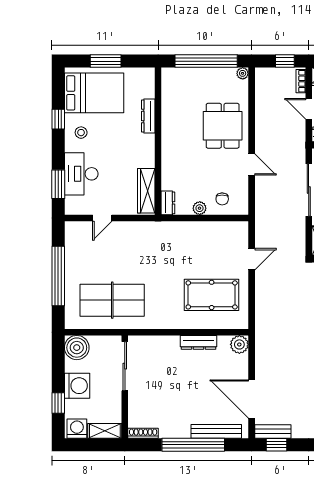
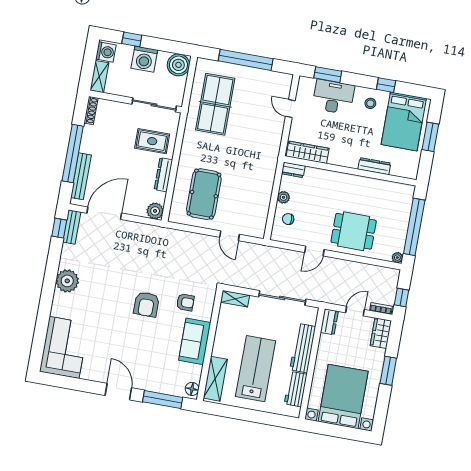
rug: (164, 361) -> (152, 141), added

